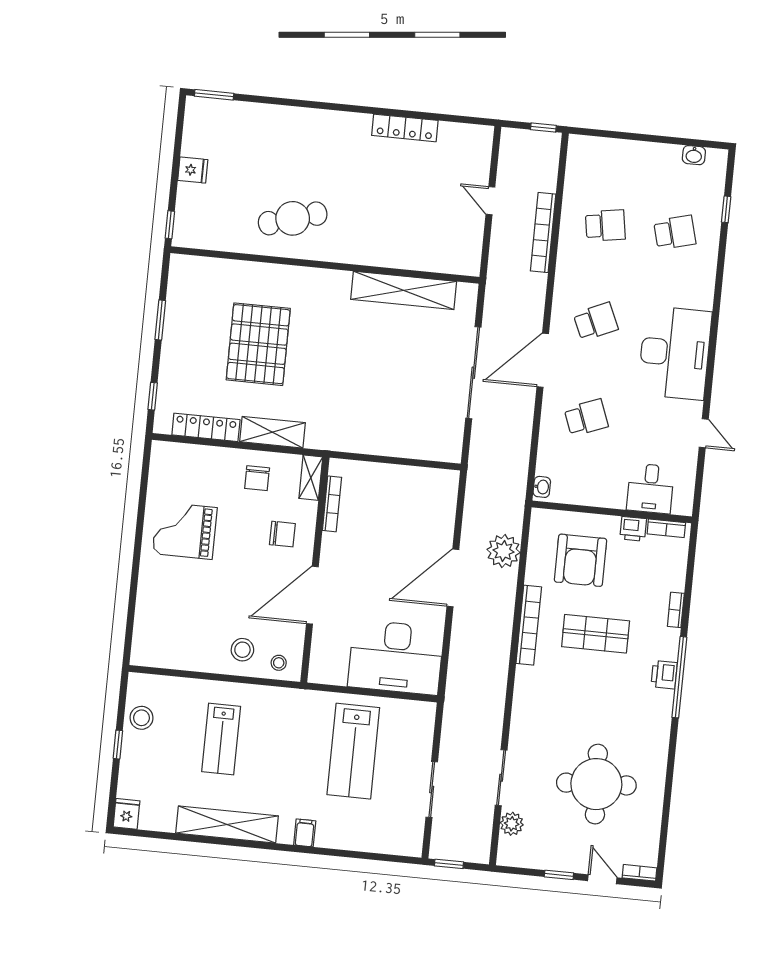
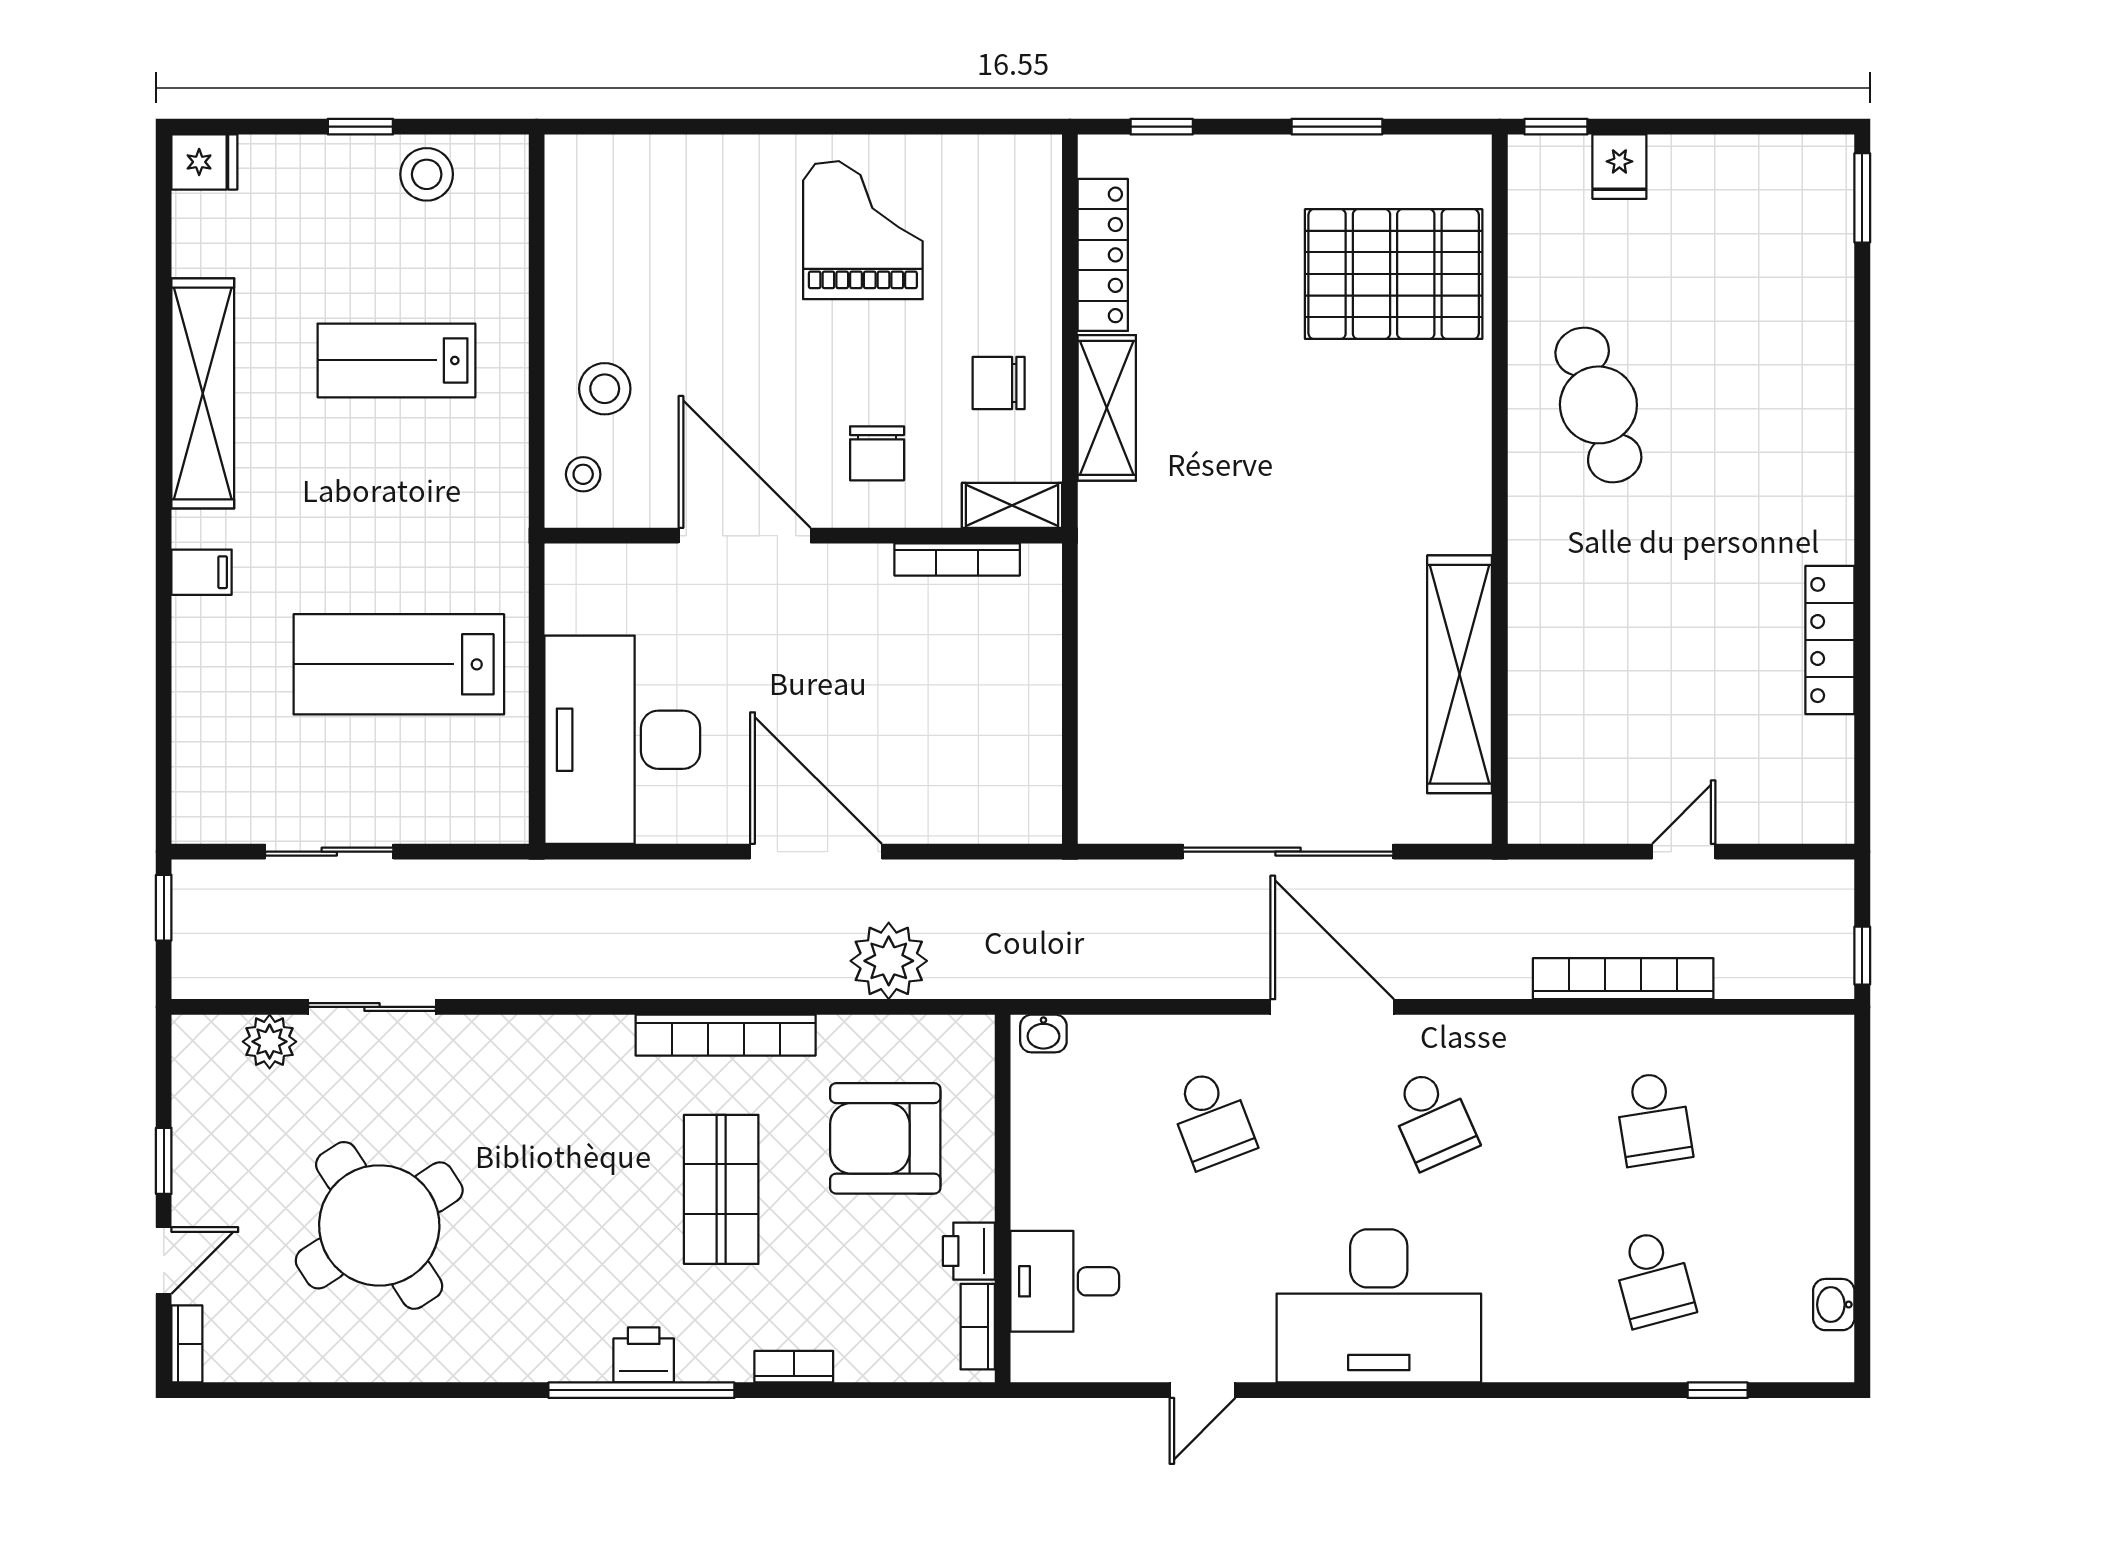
fridge: (193, 170) -> (1619, 167), moved
pallet: (258, 344) -> (1394, 274), moved
round table: (596, 784) -> (379, 1225), turned -30

